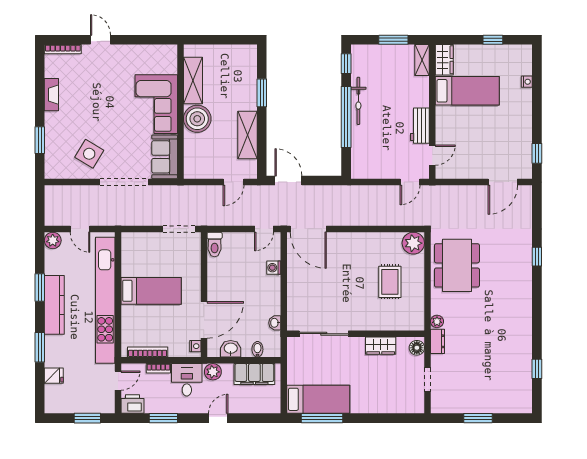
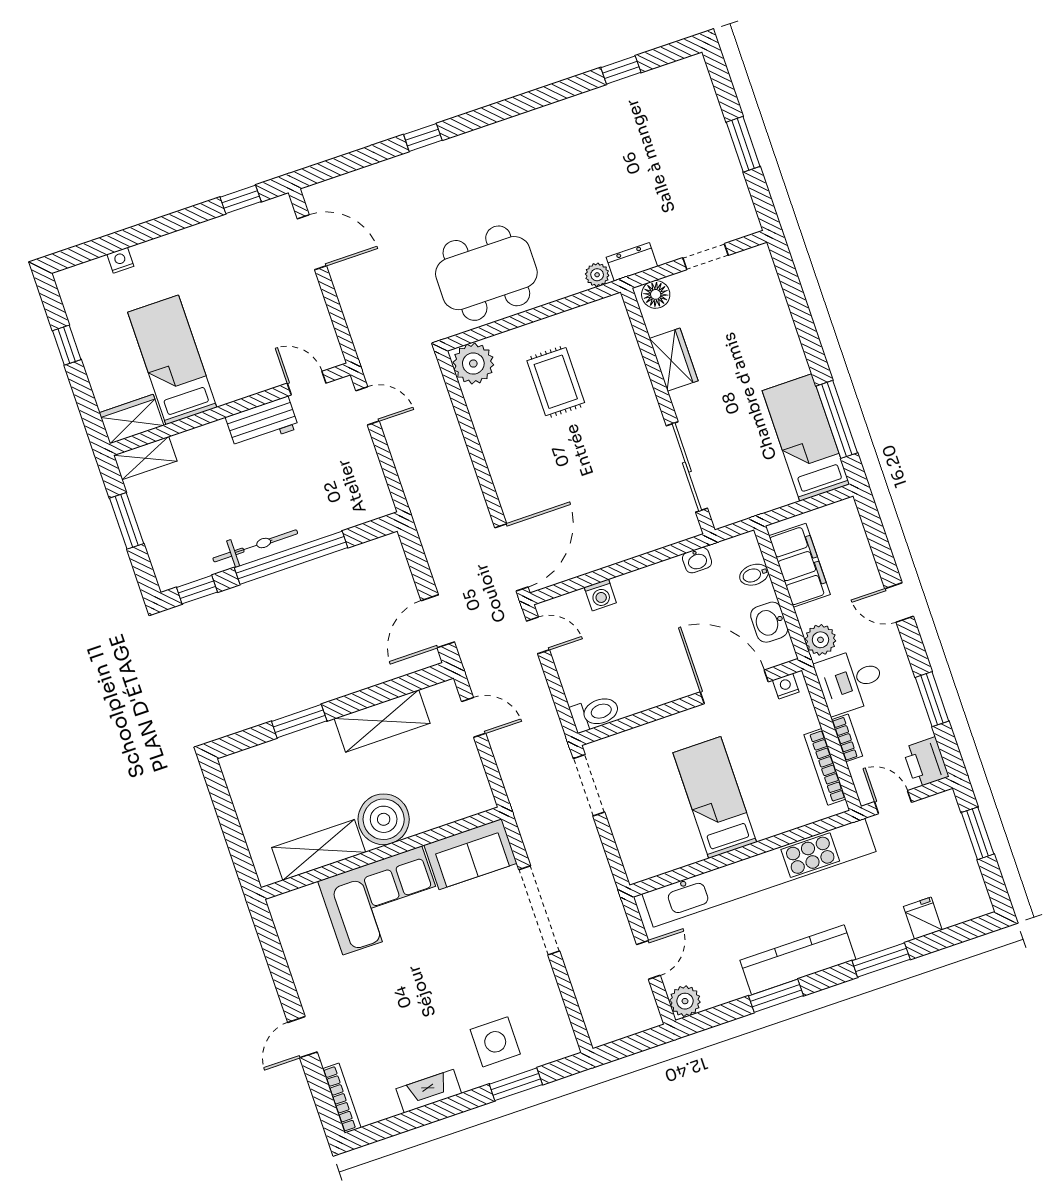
side table: (89, 154) -> (495, 1042), moved, turned -31
rug: (390, 282) -> (556, 382), turned 90

